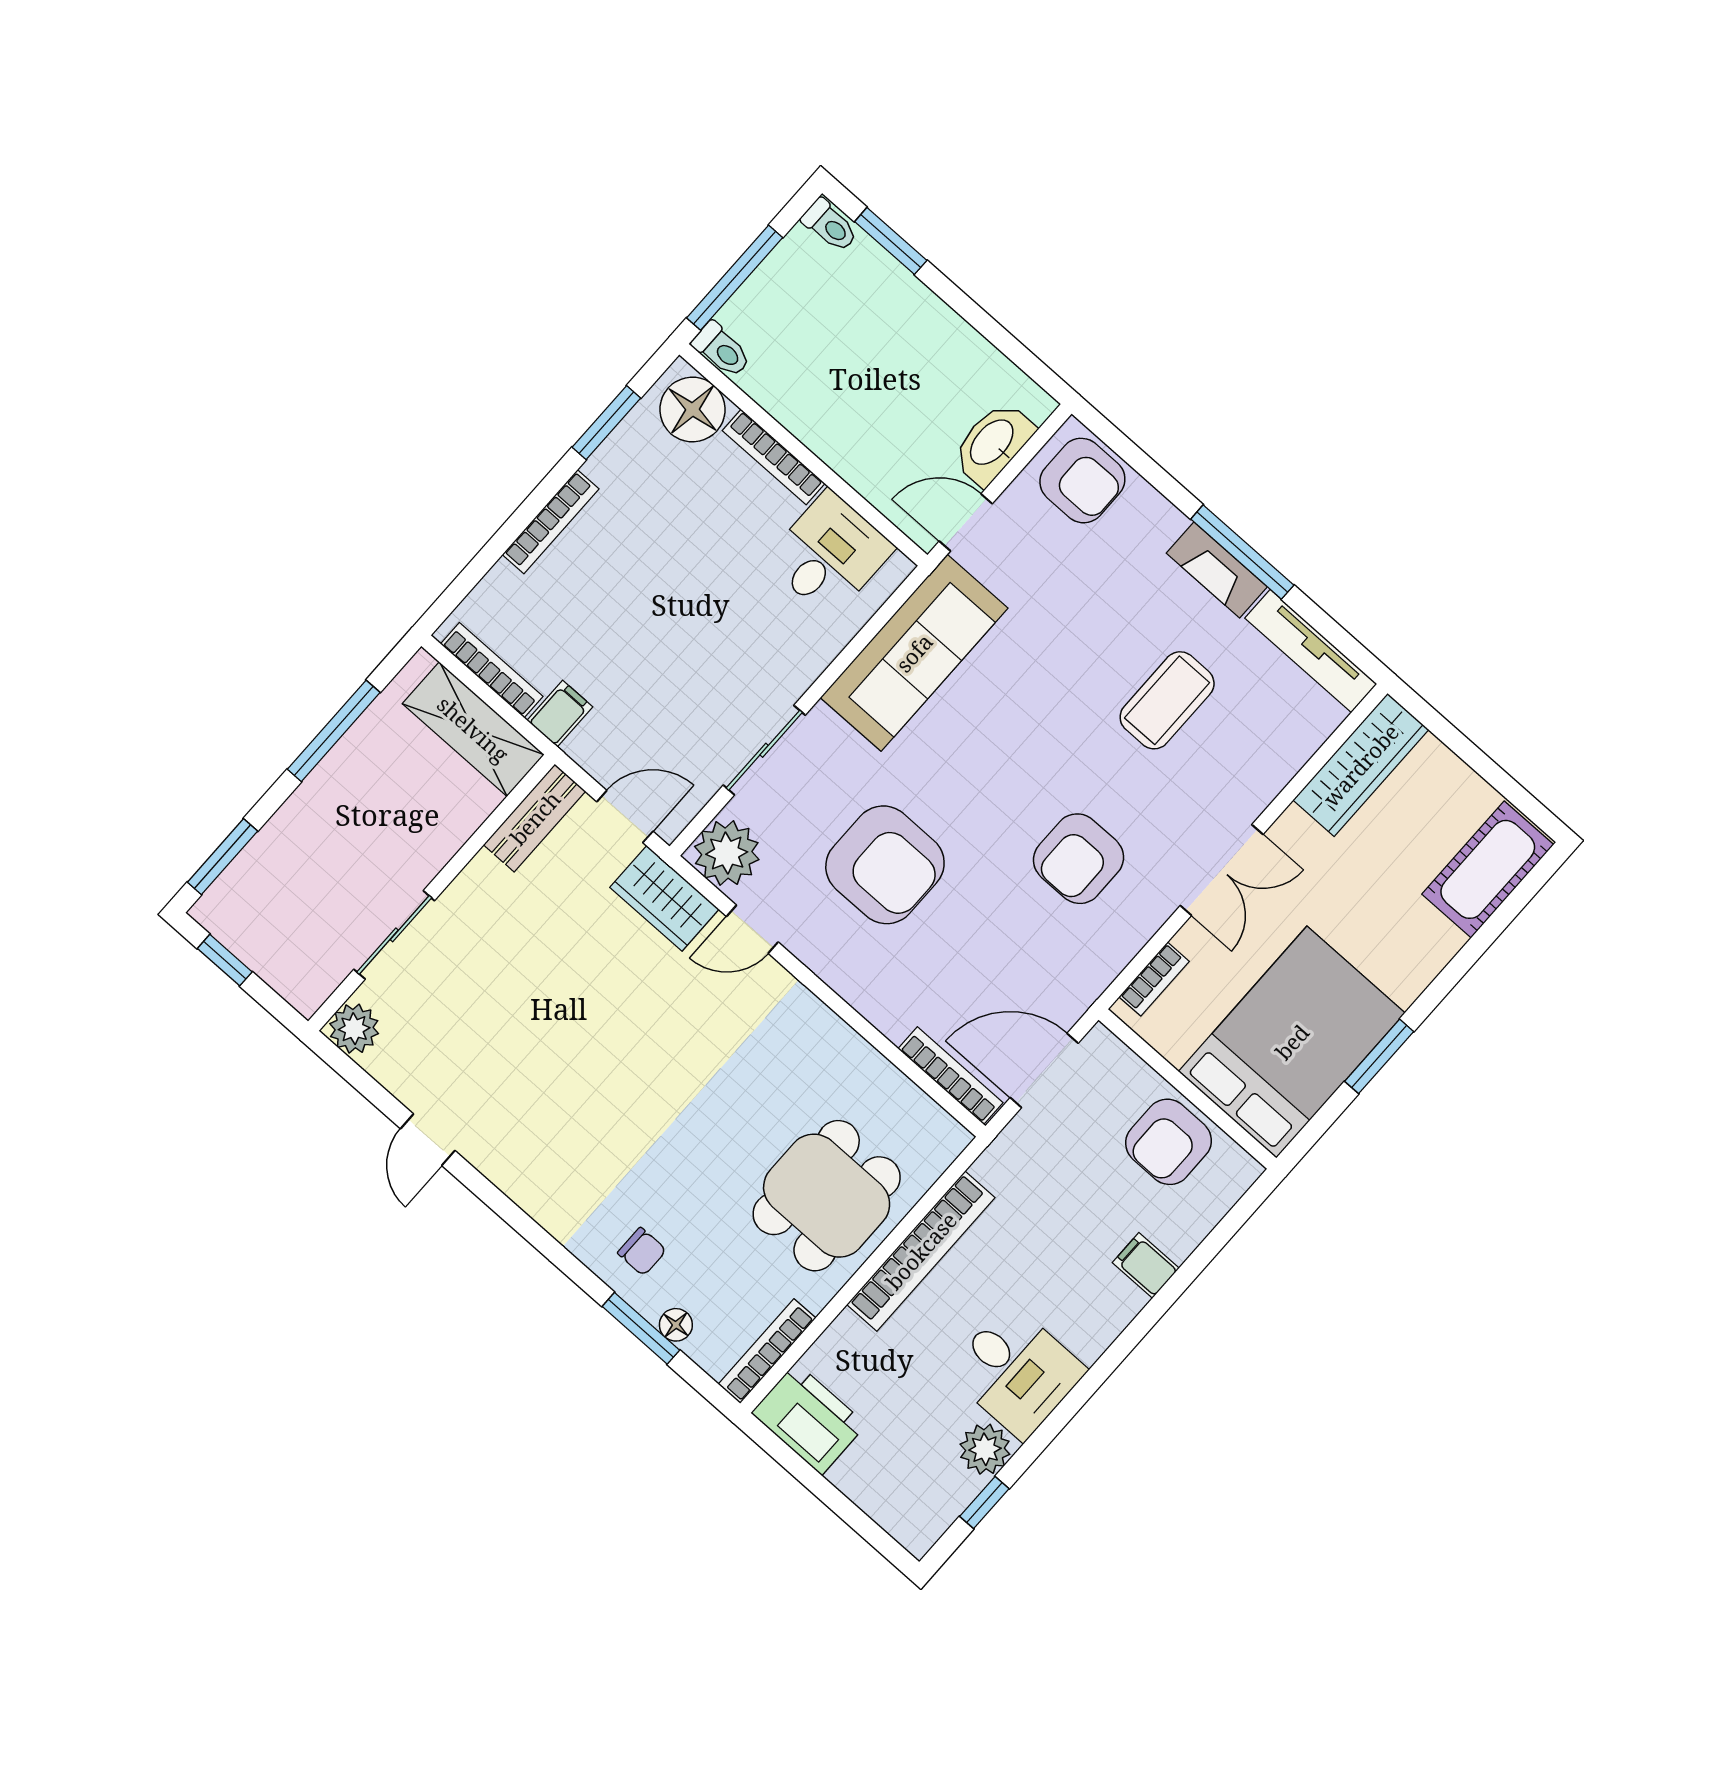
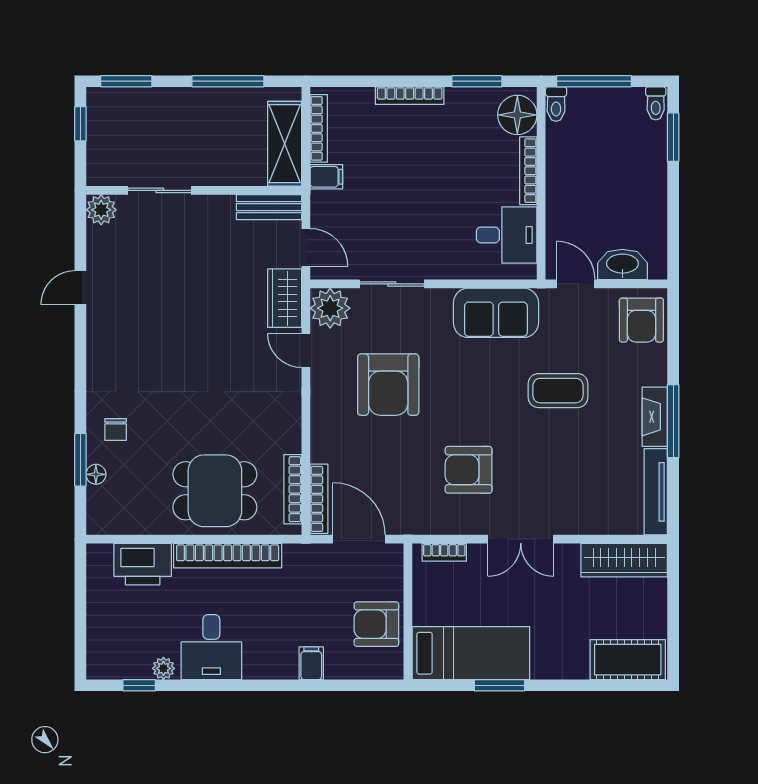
sofa: (914, 653) -> (496, 313), width x0.73
coffee table: (1167, 700) -> (558, 391), moved
bed: (1292, 1042) -> (471, 653), width x0.67
bookcase: (767, 1351) -> (293, 489), moved, turned -90
printer: (809, 1419) -> (143, 564), moved, turned 90
plant: (985, 1449) -> (163, 668), width x0.73, depth x0.73

